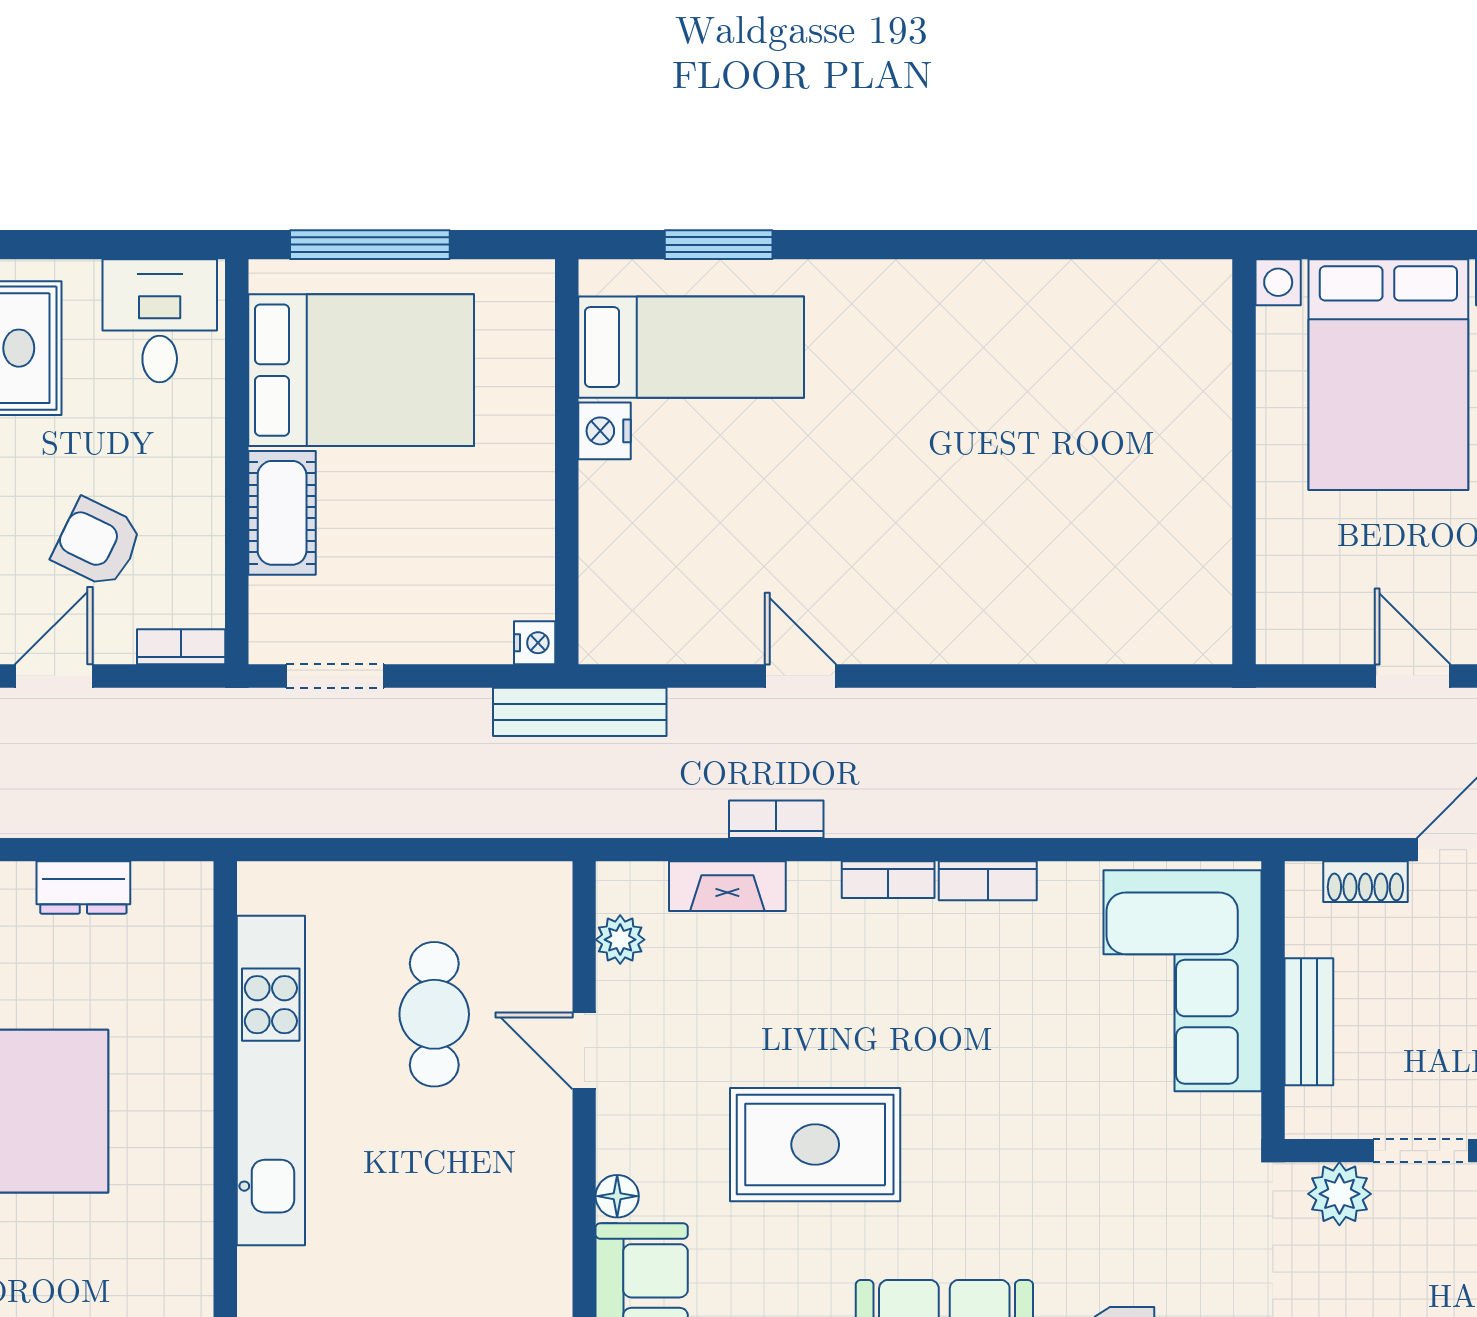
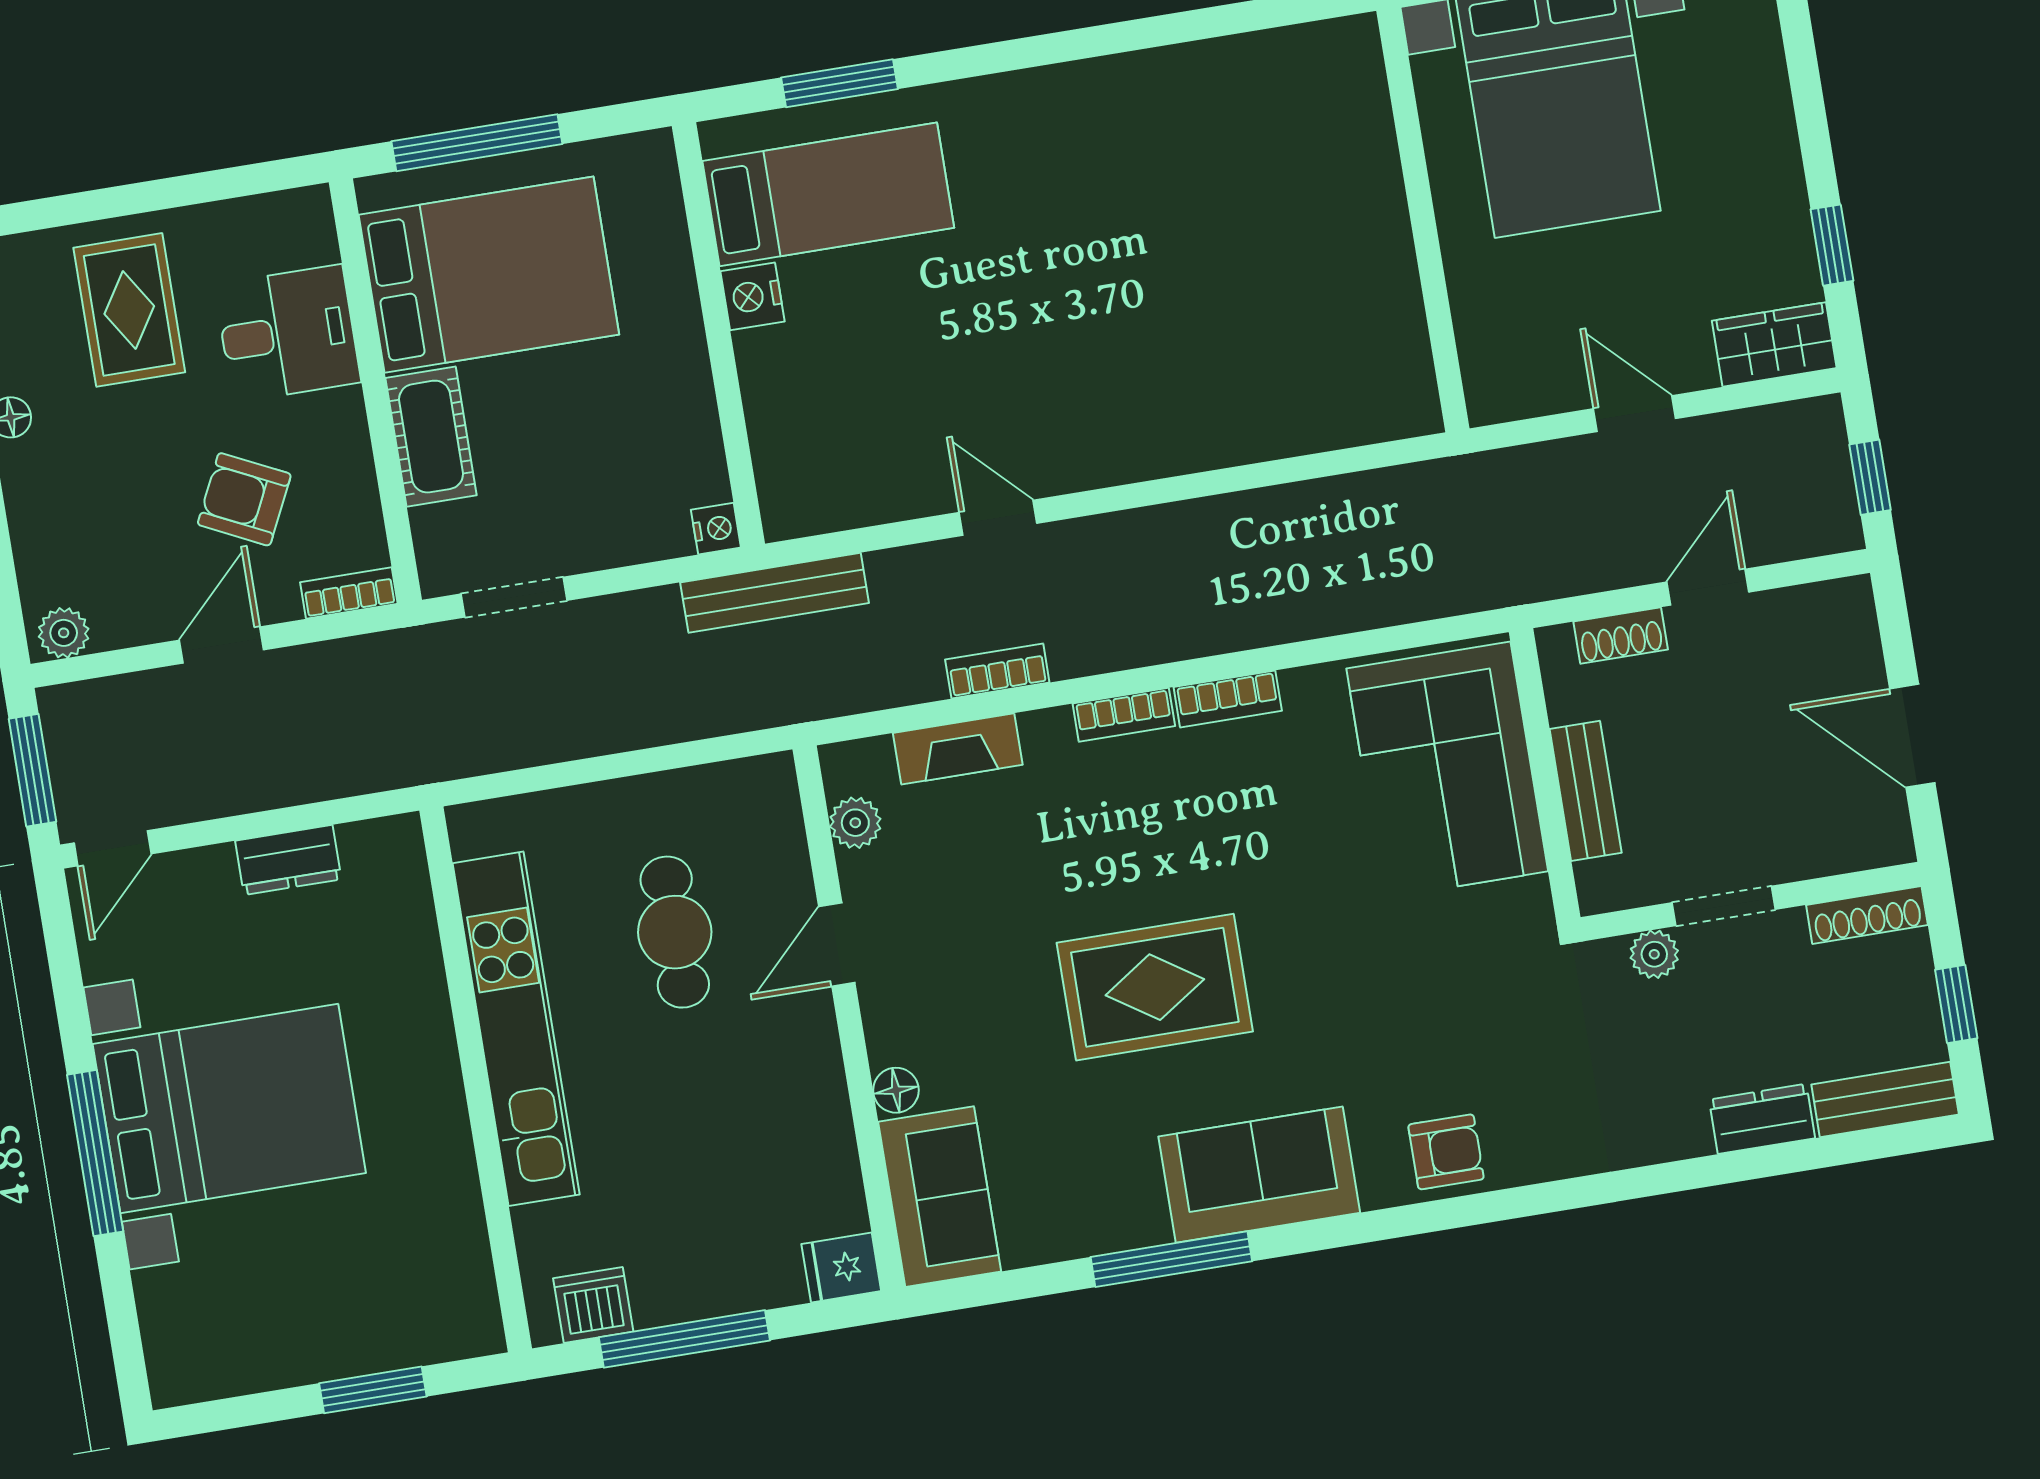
desk: (160, 321) -> (288, 333), moved, turned 90
door: (584, 1051) -> (837, 945), hinge flipped
rug: (815, 1145) -> (1155, 987), moved
plant: (1339, 1194) -> (1654, 954), width x0.73, depth x0.73

